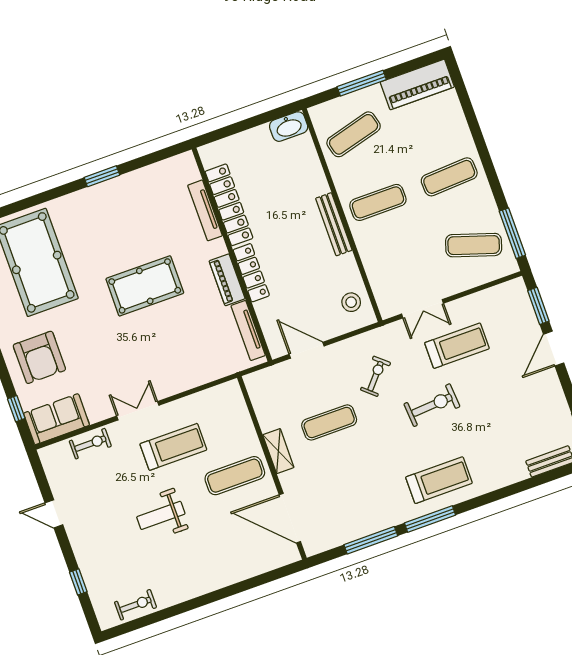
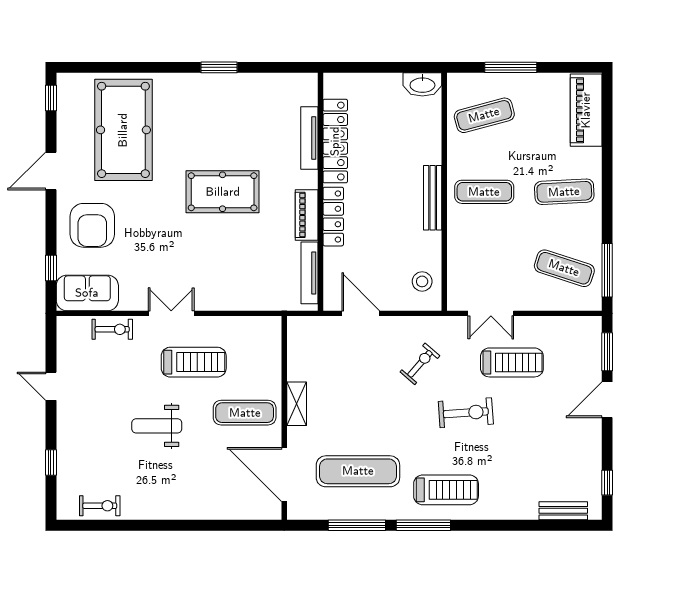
piano: (417, 84) -> (586, 110), moved, turned 90
exercise mat: (329, 422) -> (358, 471), moved, width x1.36, depth x1.45

